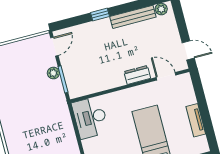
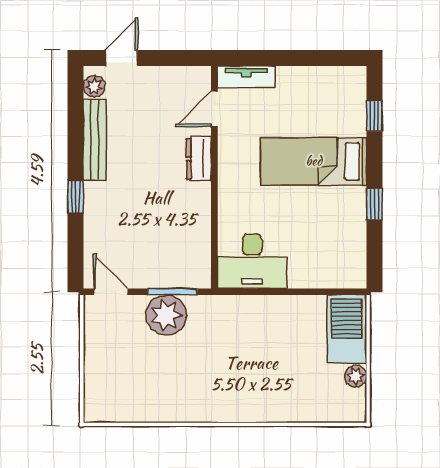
door: (188, 50) -> (121, 58), moved
plant: (53, 73) -> (166, 315), width x1.88, depth x1.88
tv unit: (196, 120) -> (247, 77), moved

